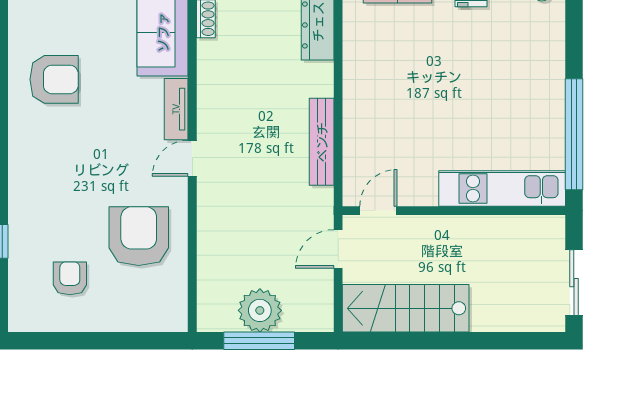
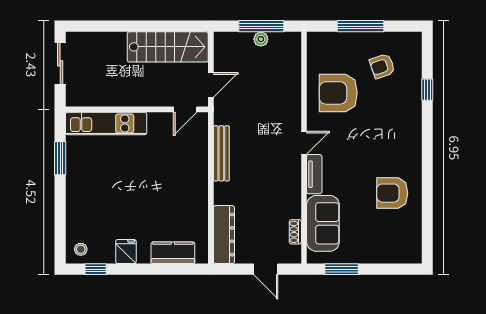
window: (574, 134) -> (60, 158), width x0.47
armchair: (139, 236) -> (338, 93), turned 90
armchair: (70, 278) -> (382, 66), turned 71
plant: (260, 310) -> (261, 39), width x0.53, depth x0.53
window: (104, 341) -> (360, 26), added

